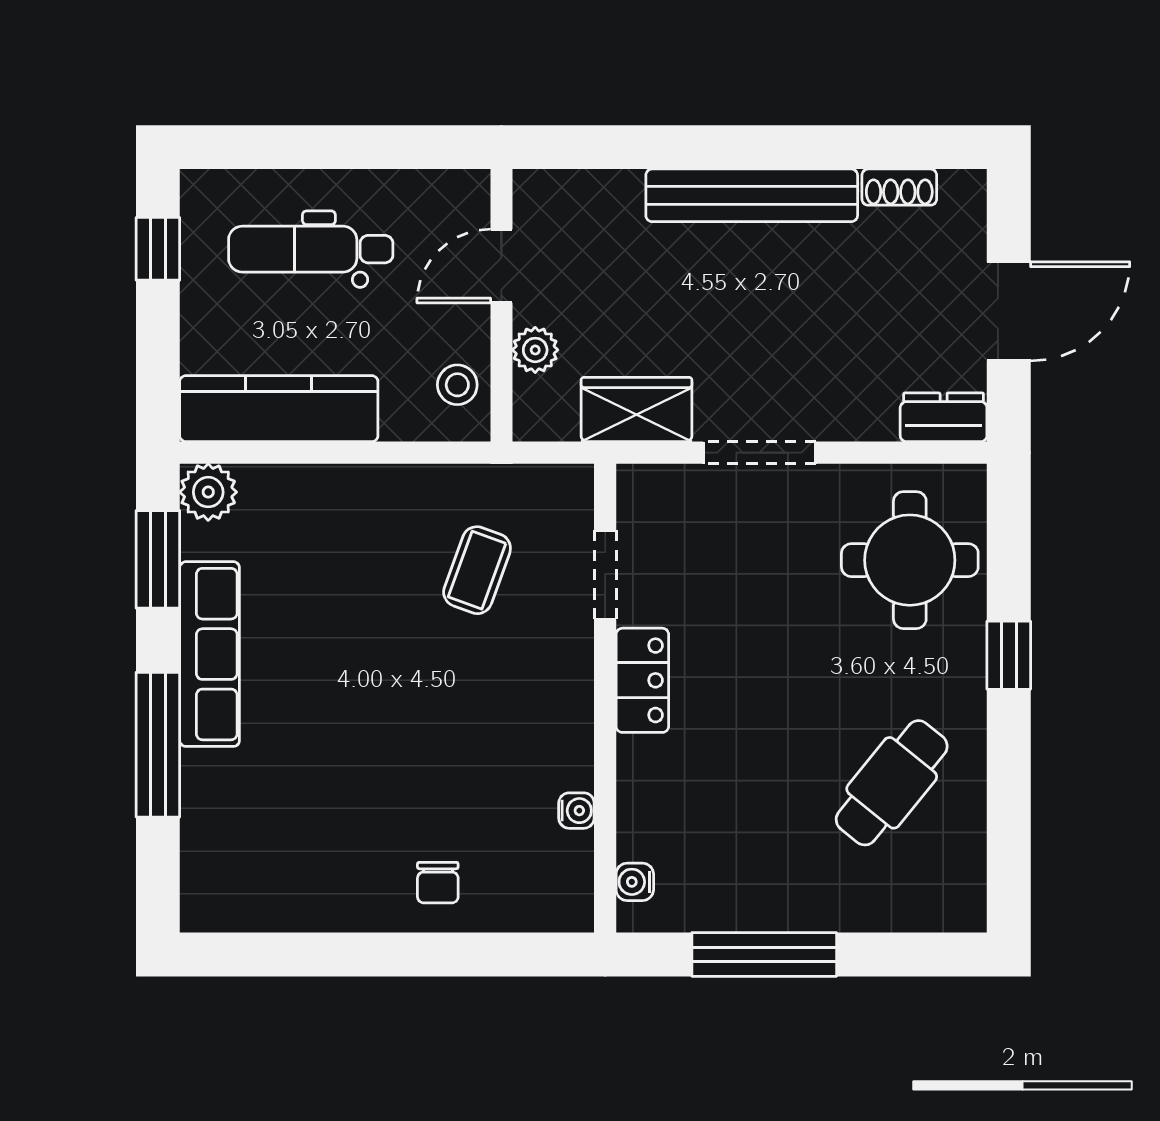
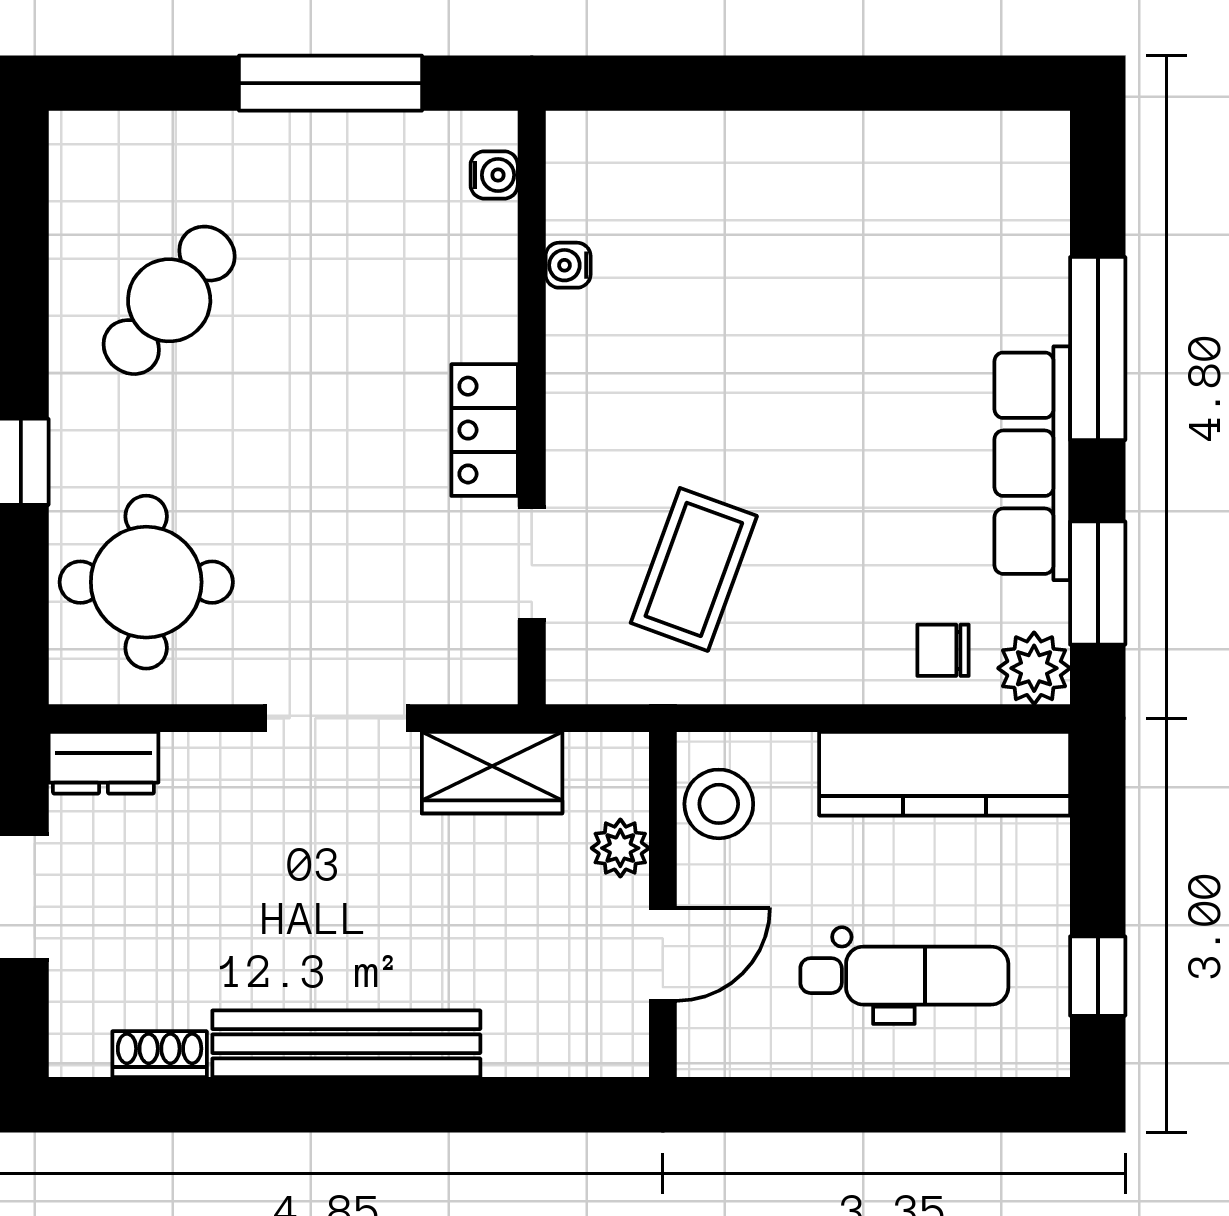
stool: (457, 385) -> (719, 804), width x1.37, depth x1.37
coffee table: (477, 570) -> (694, 569), width x1.36, depth x1.30
chair: (438, 883) -> (943, 650), moved, turned -90

